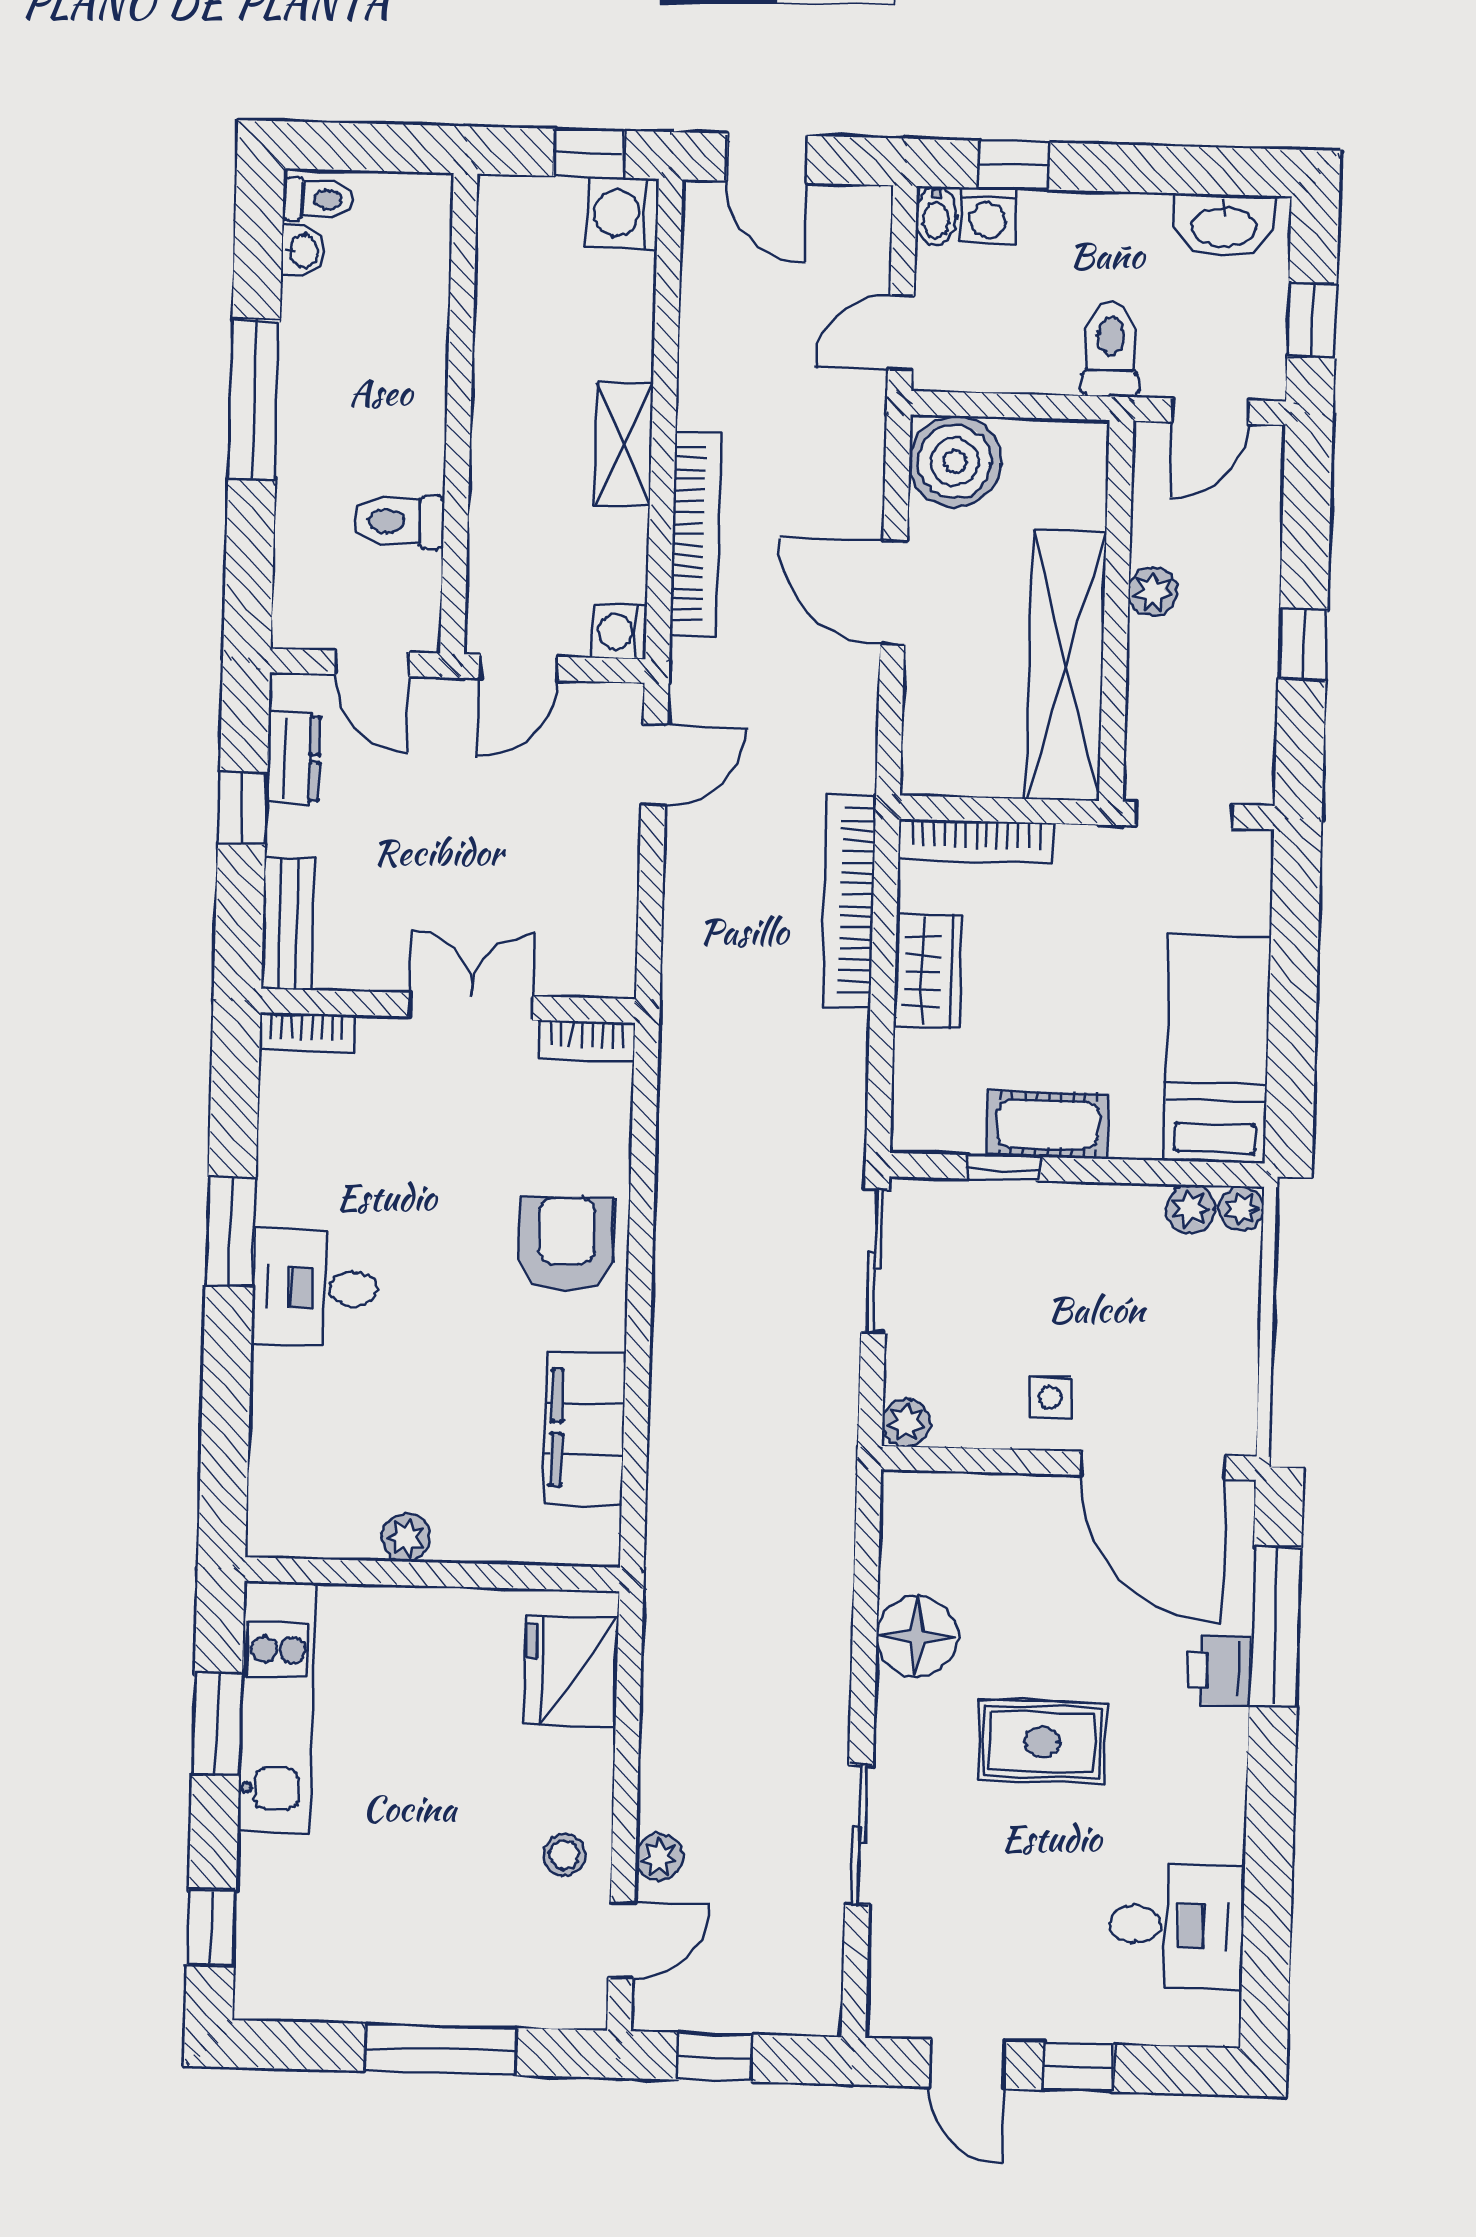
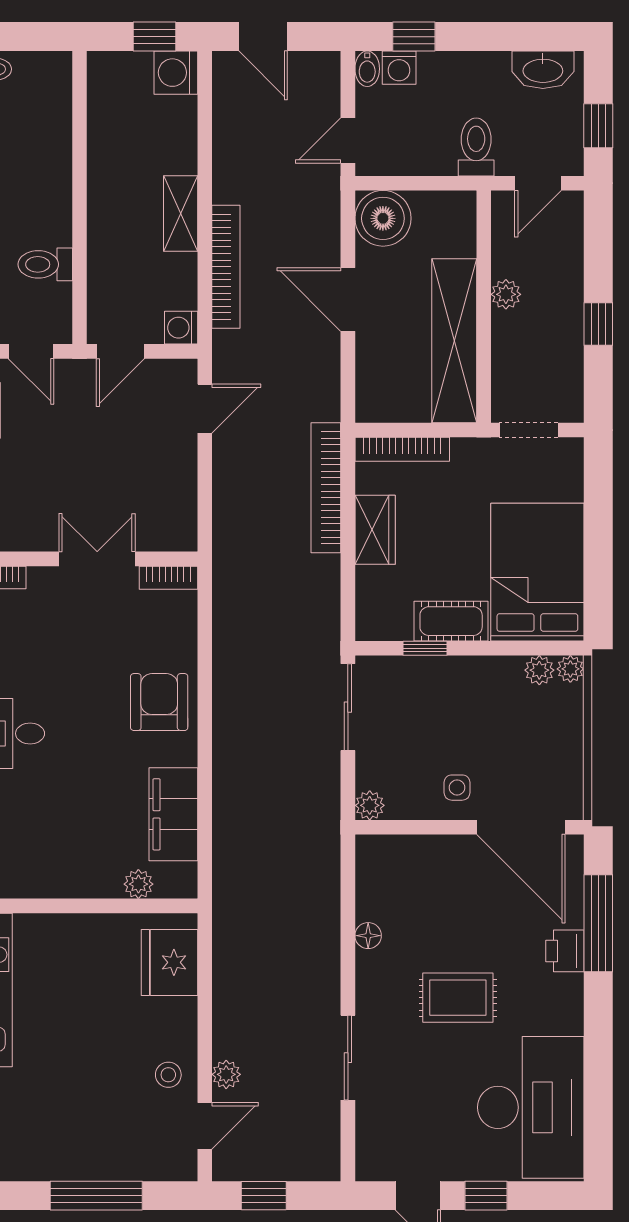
bed: (1217, 1049) -> (537, 572), width x1.50
plant: (406, 1538) -> (138, 884), moved
floor lamp: (917, 1636) -> (368, 936), width x0.53, depth x0.53
desk: (1177, 1925) -> (531, 1107), width x1.87, depth x1.30

